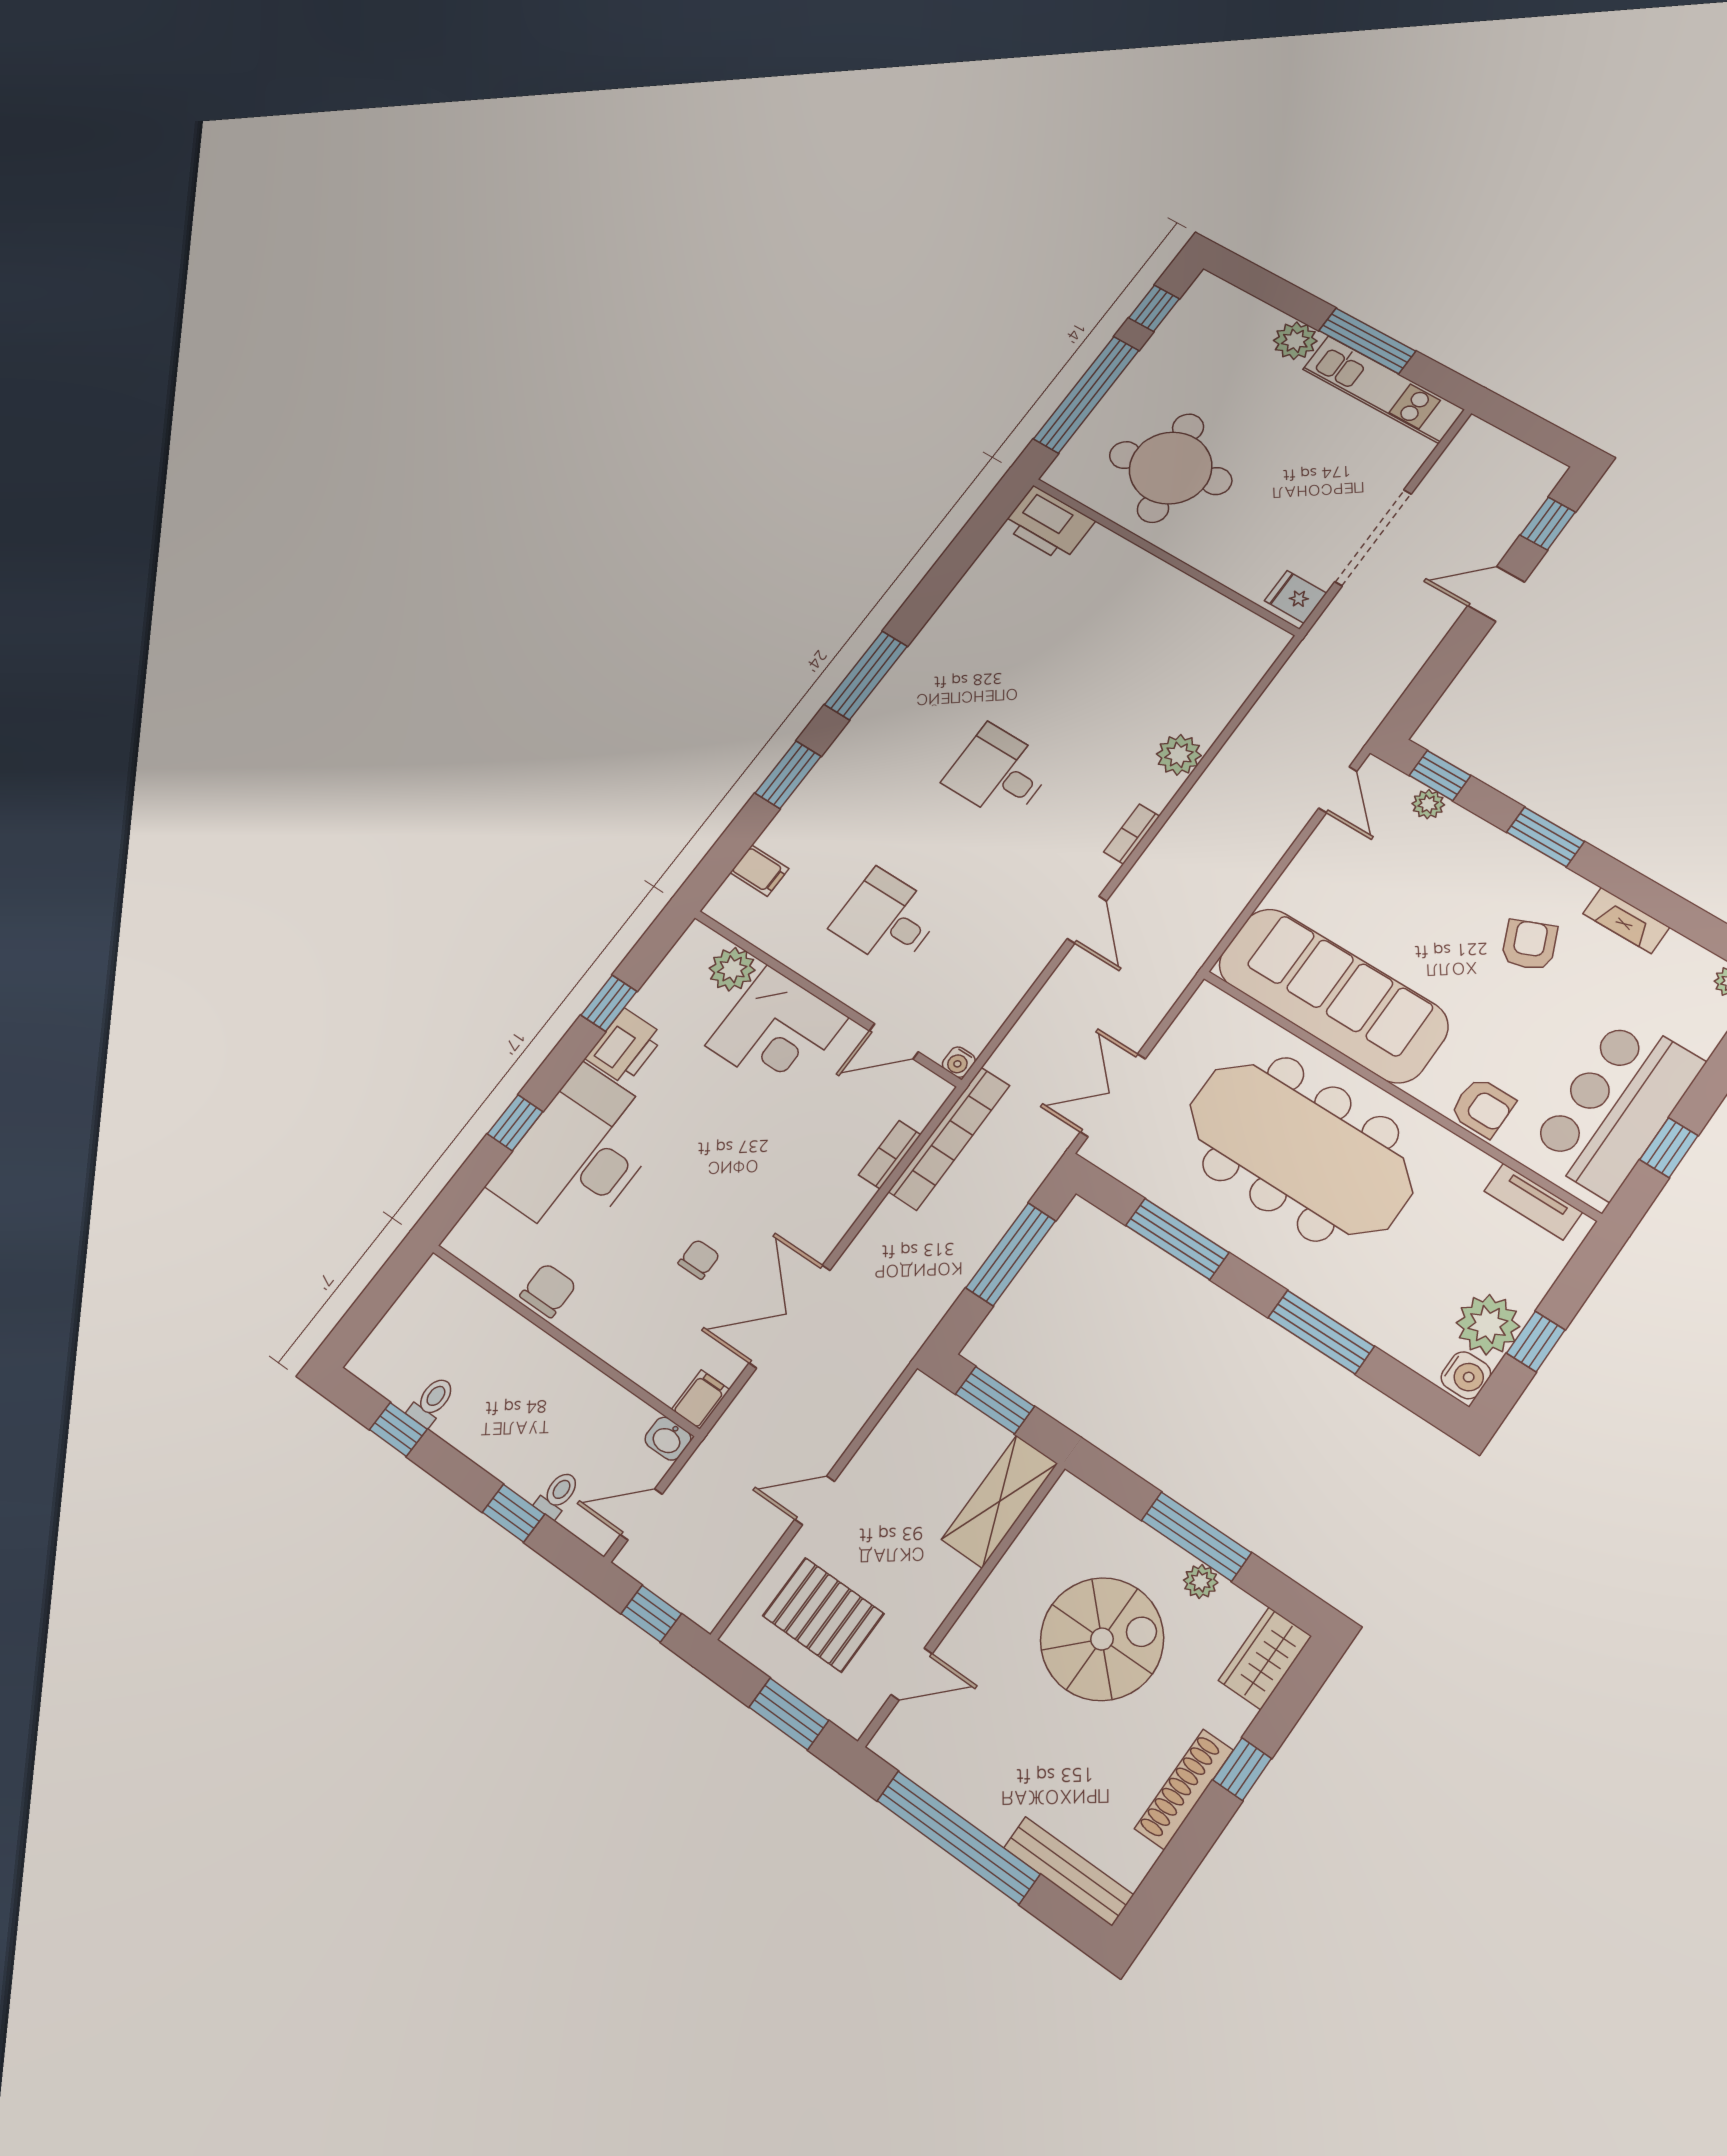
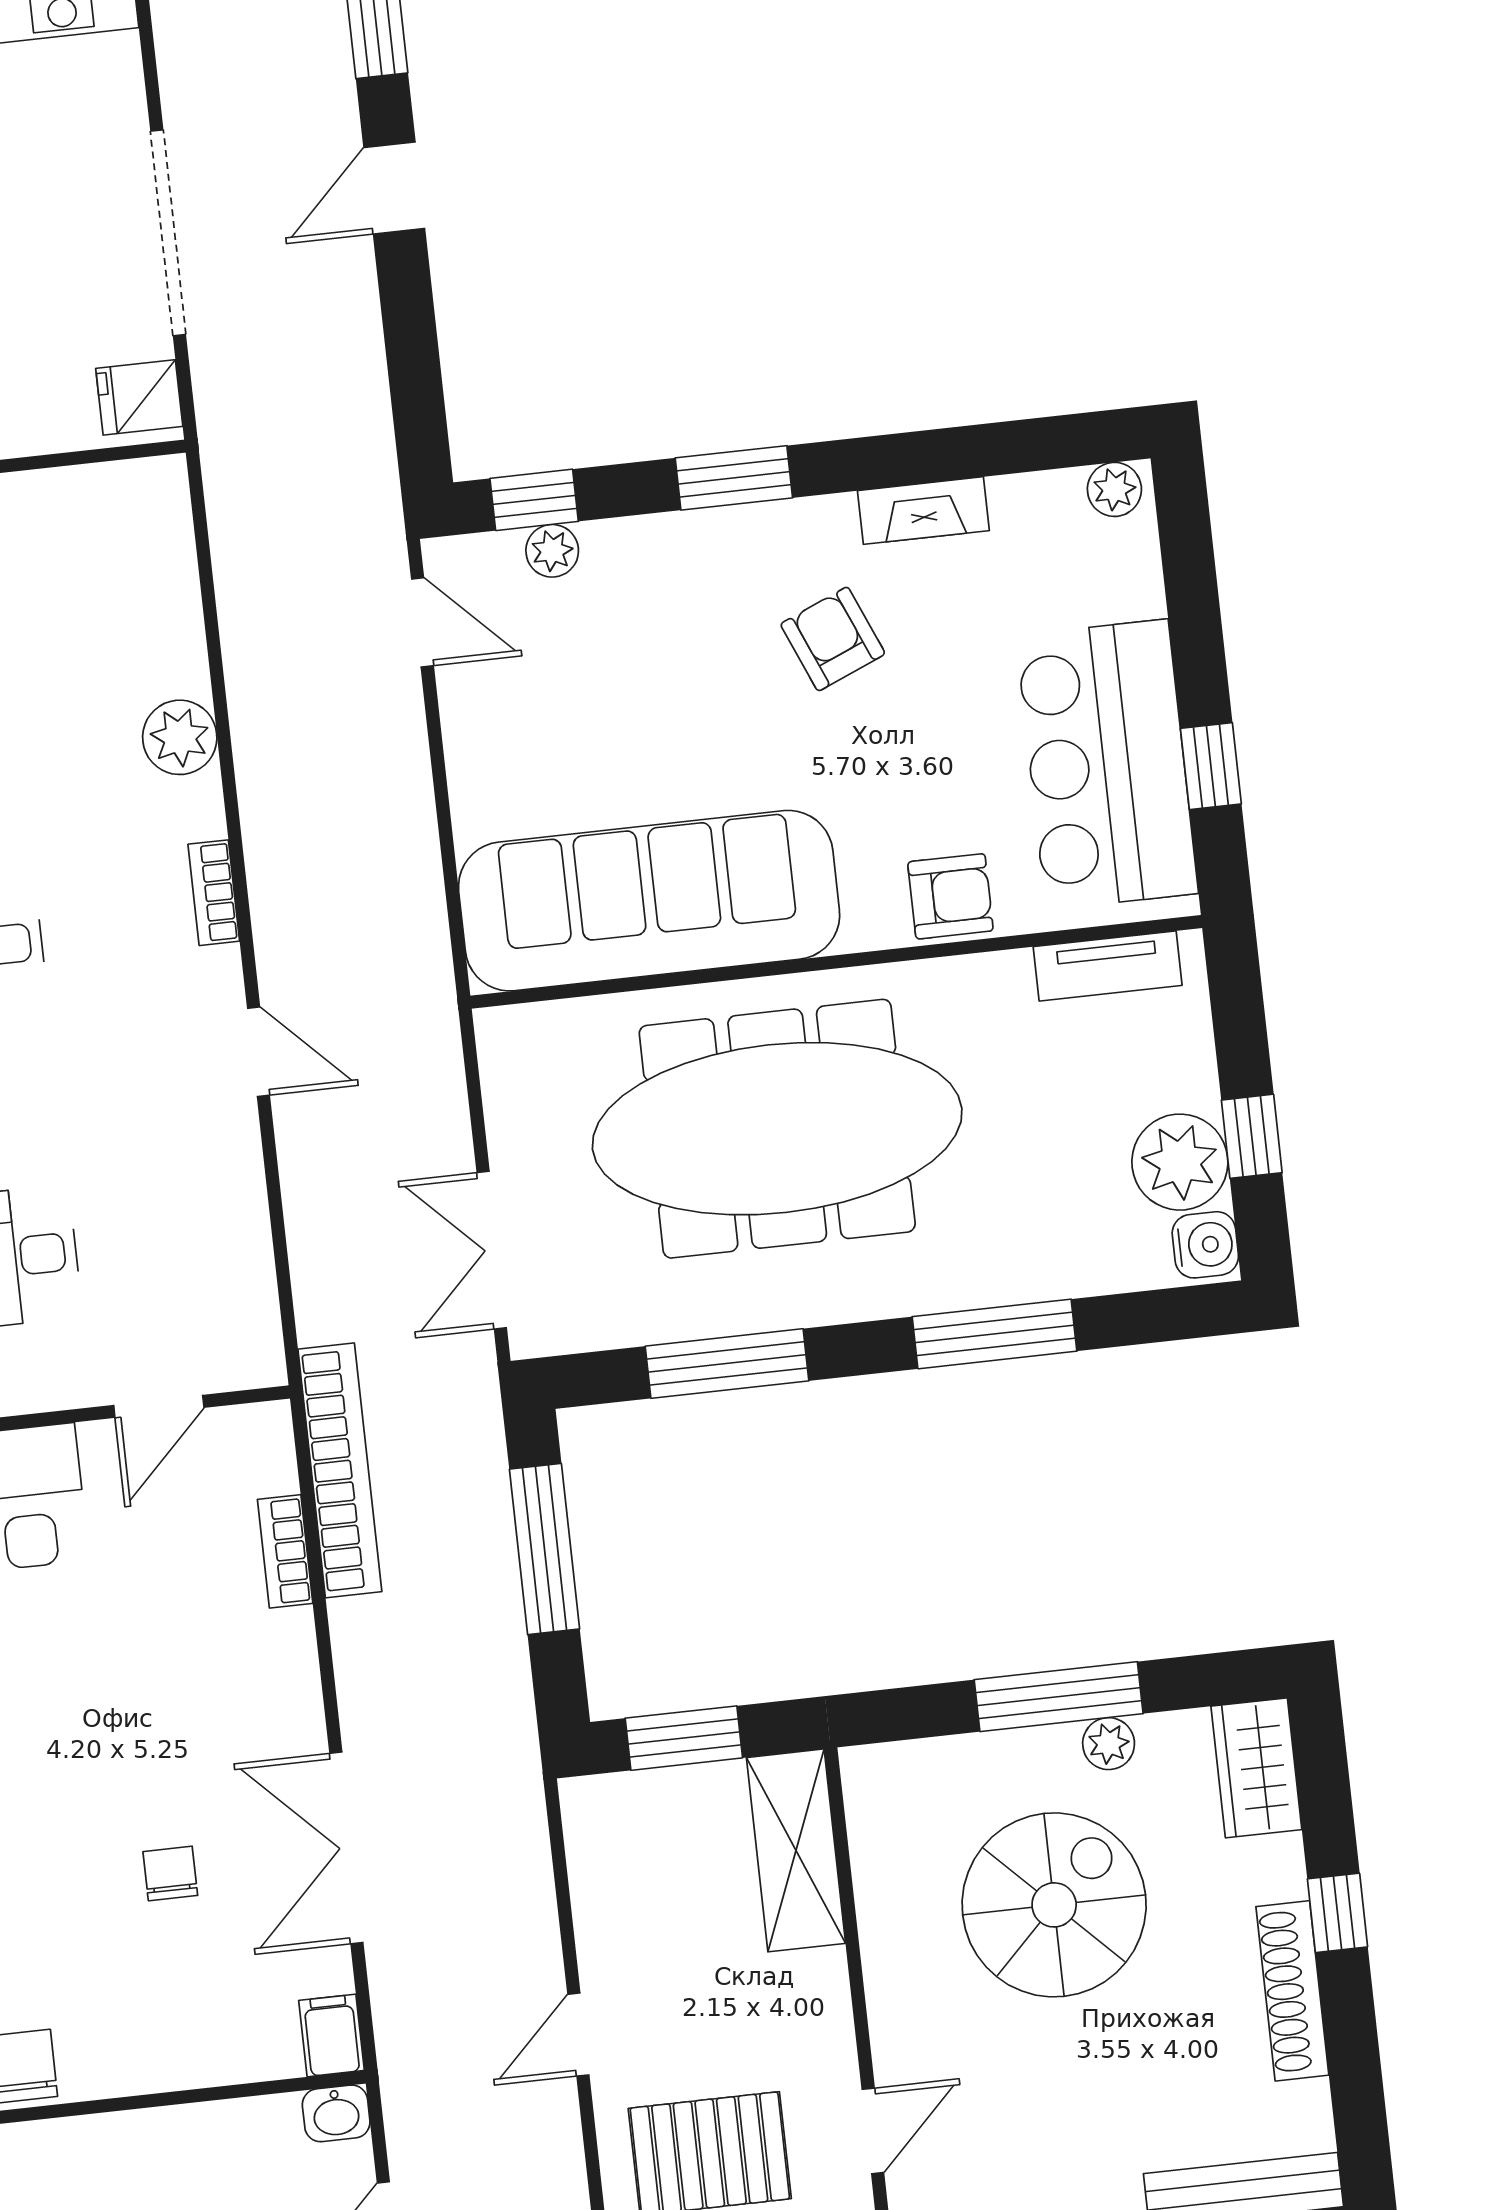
water cooler: (959, 1062) -> (264, 1366), removed

